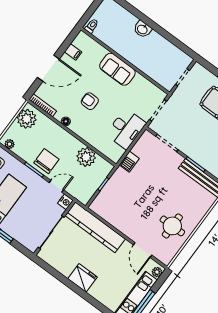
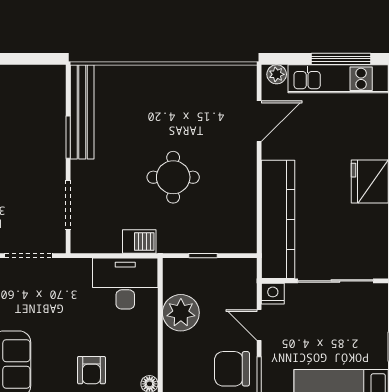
desk: (126, 129) -> (125, 284), moved
round table: (172, 226) -> (173, 177), moved

